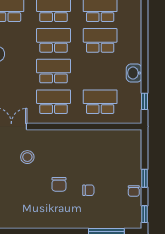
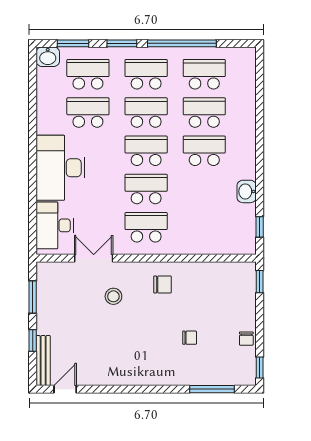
school desk: (100, 102) -> (204, 227), removed
window: (145, 178) -> (260, 282), moved
chair: (59, 184) -> (162, 284), moved, turned -90

